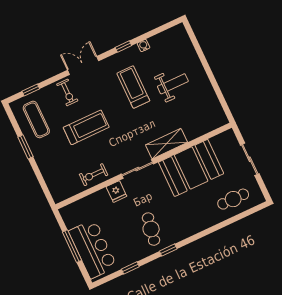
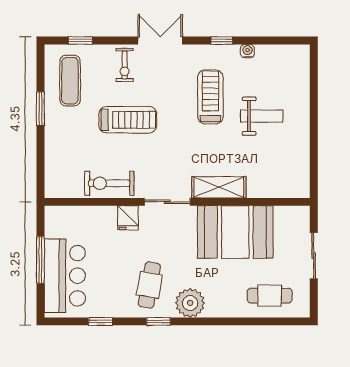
exercise bike: (93, 175) -> (109, 183), width x1.38, depth x1.39
plant: (183, 228) -> (190, 303), added

